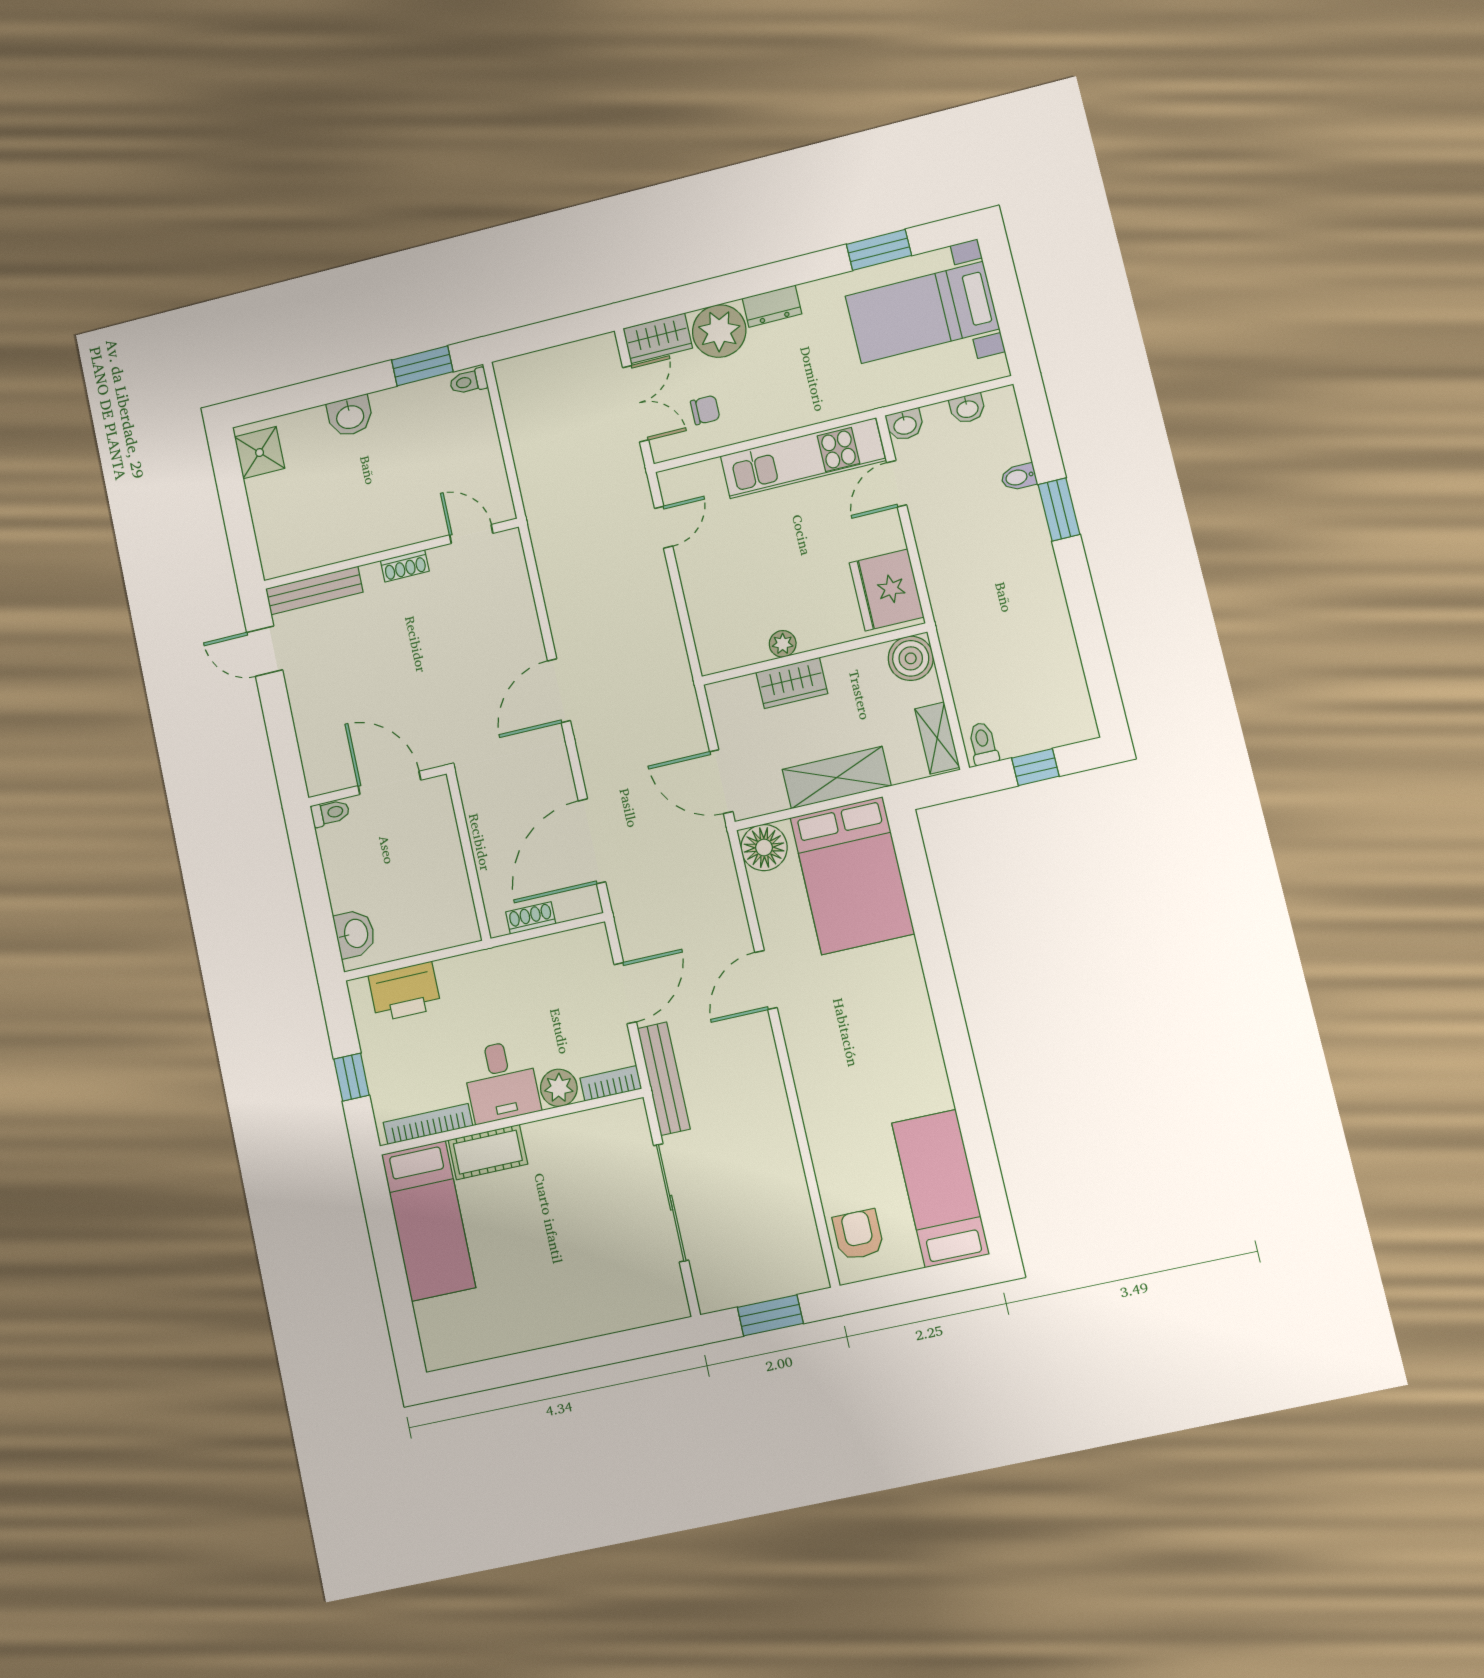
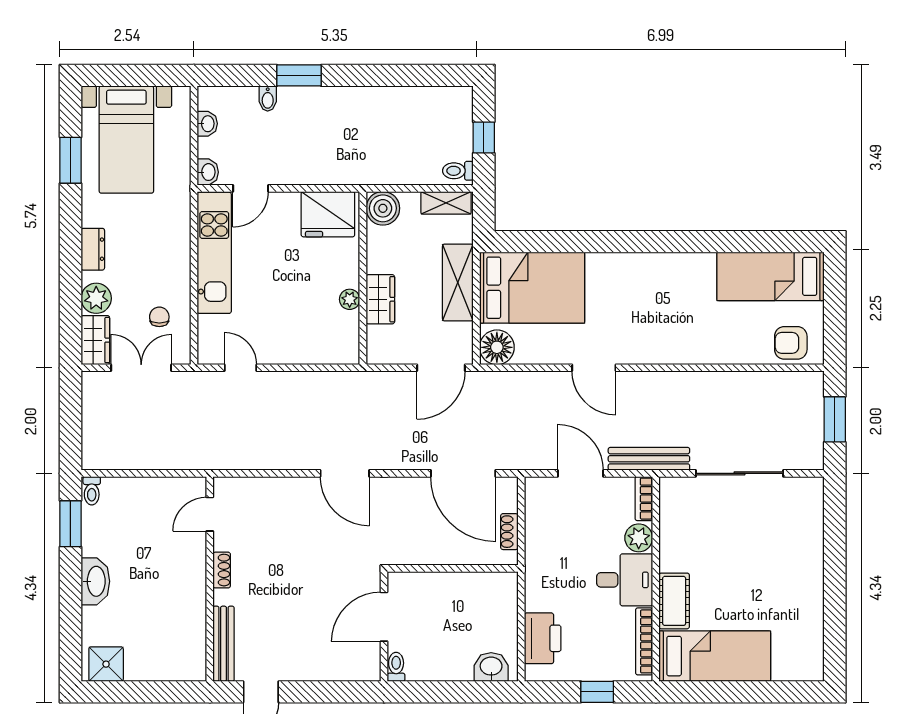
plant: (719, 331) -> (96, 298), width x0.73, depth x0.73
washbasin: (350, 416) -> (95, 581), width x1.38
door: (897, 484) -> (251, 188), hinge flipped

